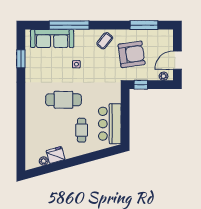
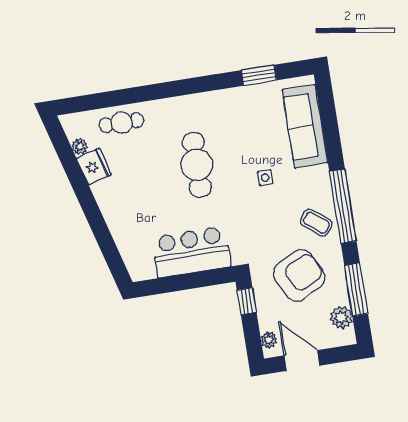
window: (69, 25) -> (343, 206), moved
plant: (158, 35) -> (341, 317), added
armchair: (132, 54) -> (299, 275), turned -108
bar counter: (110, 124) -> (191, 252), moved
cafe table: (82, 130) -> (121, 123), moved

